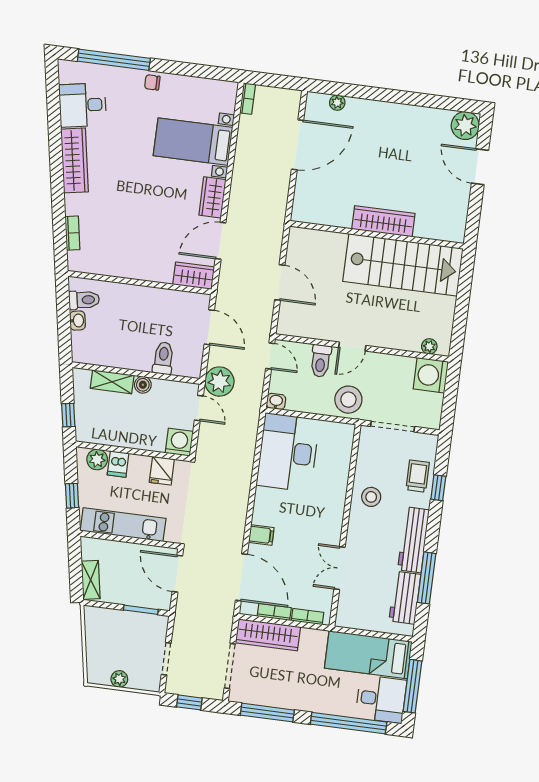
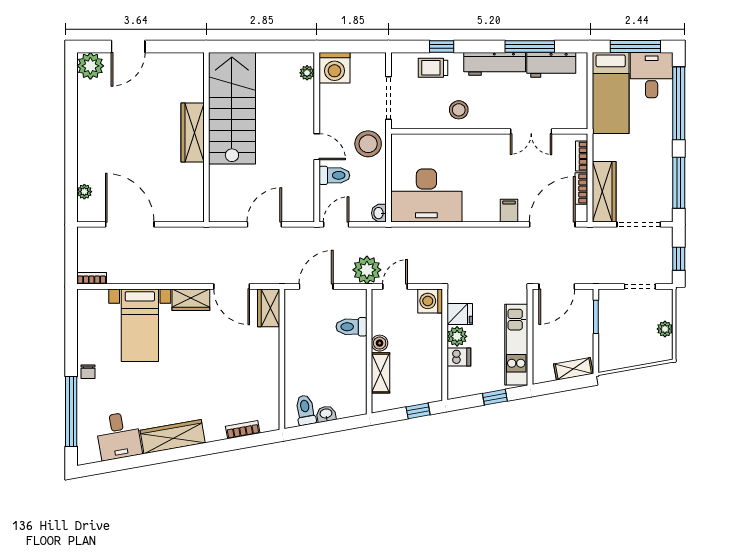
plant: (97, 460) -> (457, 336), moved

